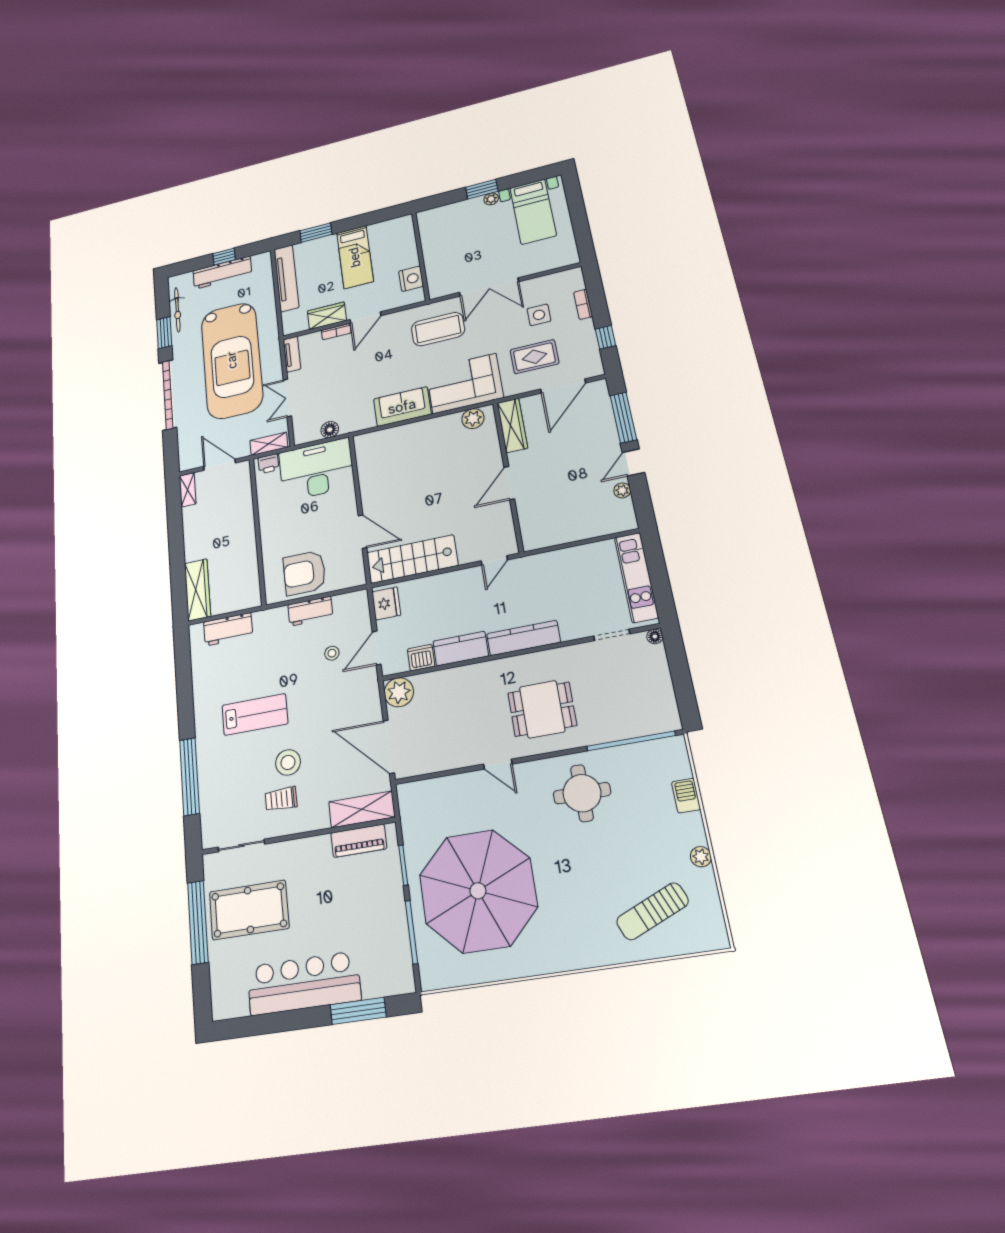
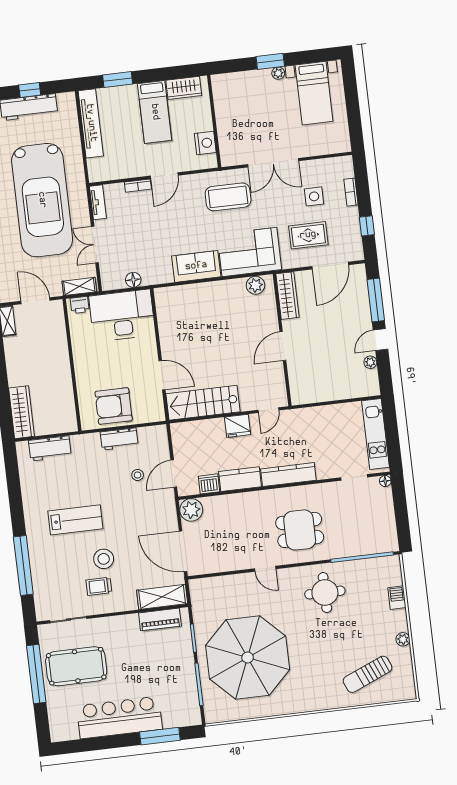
wardrobe: (327, 316) -> (184, 88), moved, turned 180
fridge: (386, 603) -> (238, 426), moved, turned 90

